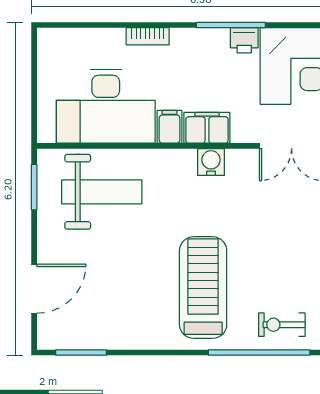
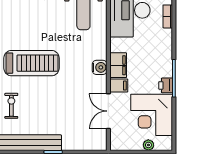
bookcase: (148, 36) -> (168, 16), moved
filing cabinet: (169, 127) -> (119, 86), moved

